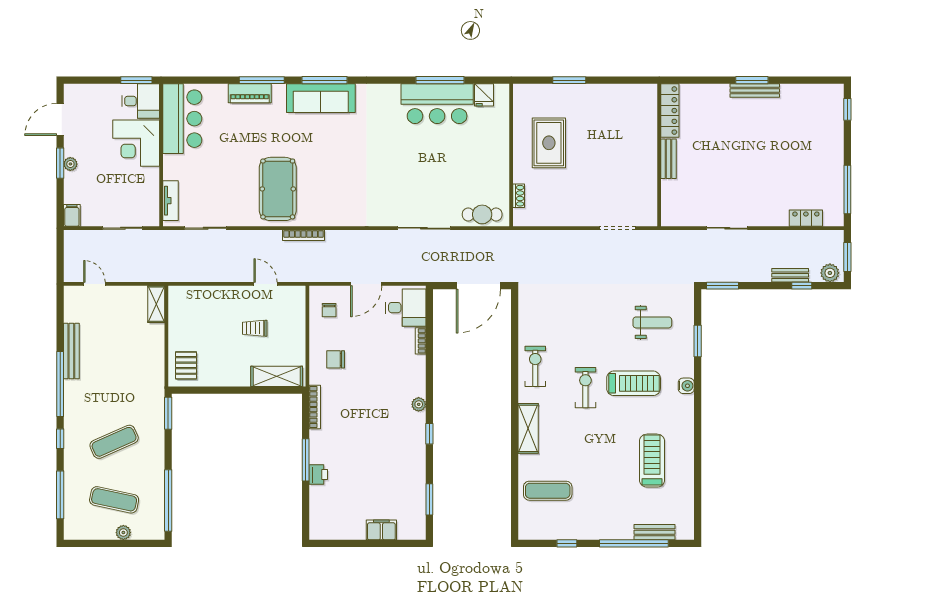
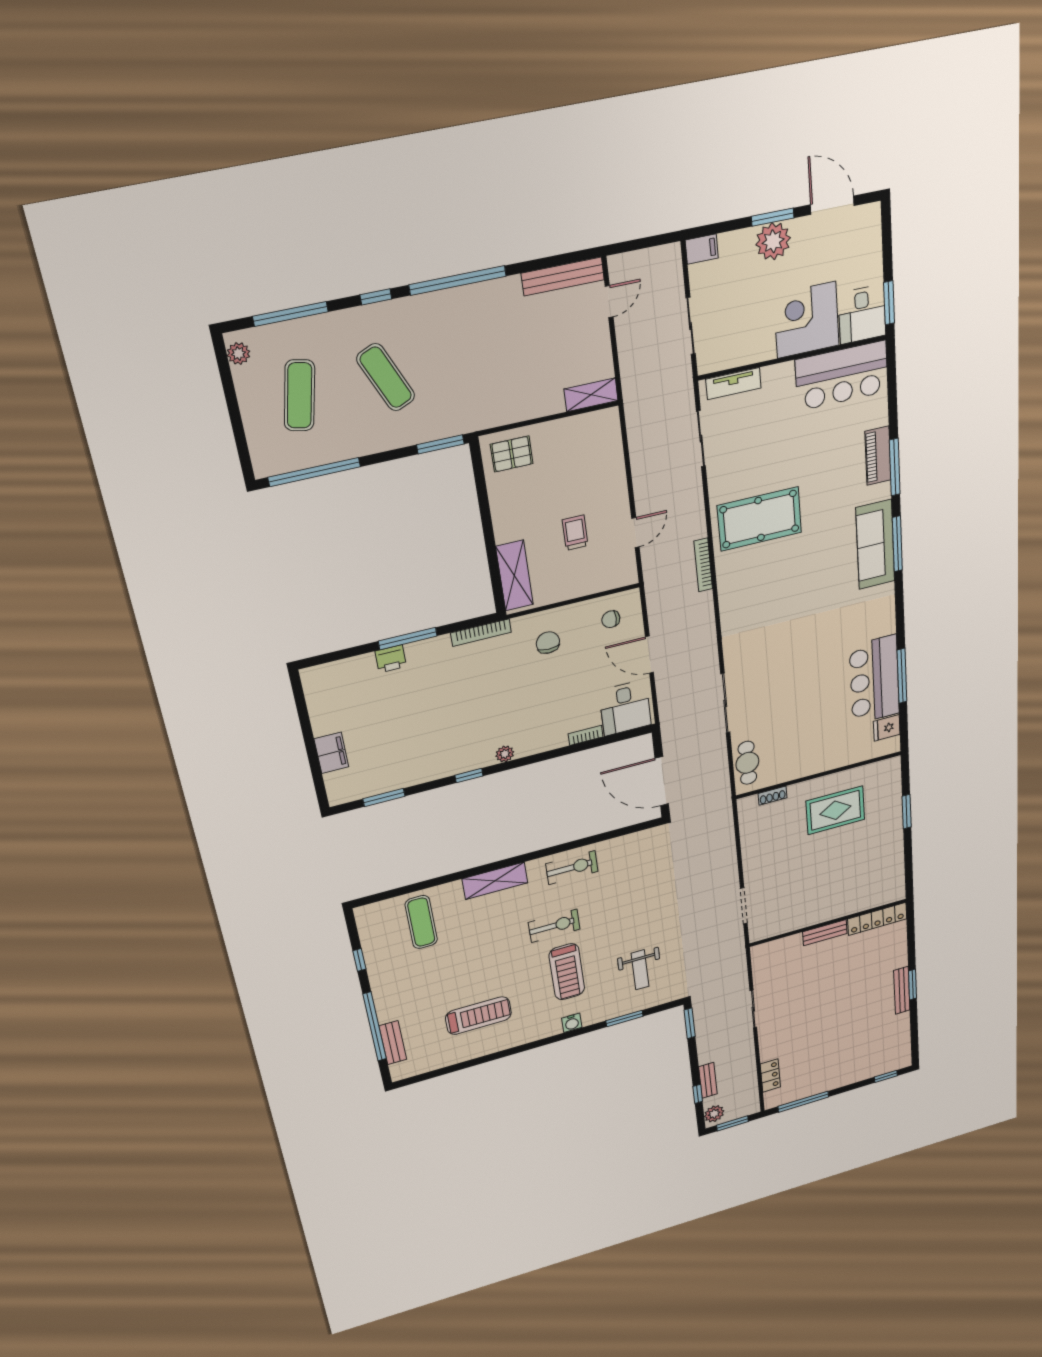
plant: (70, 164) -> (773, 241), width x1.88, depth x1.88
bench: (71, 351) -> (563, 277), moved
plant: (123, 533) -> (238, 353), moved

